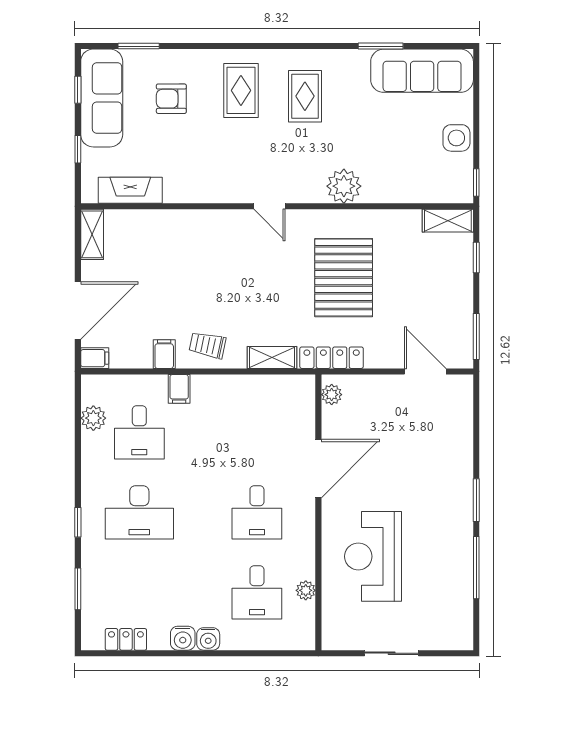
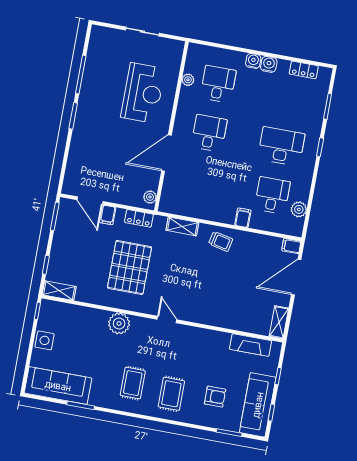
filing cabinet: (164, 354) -> (108, 215), moved
locker: (332, 358) -> (139, 218), width x0.66

